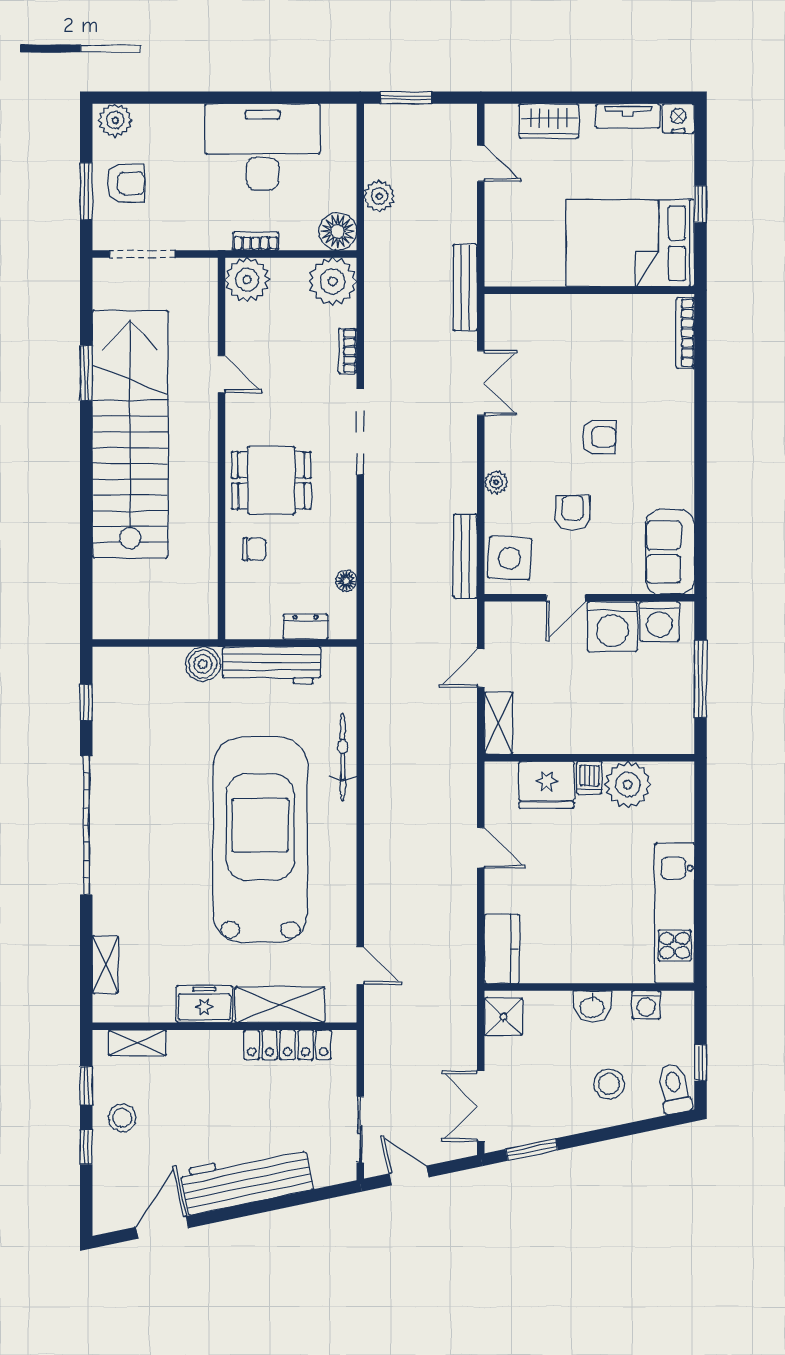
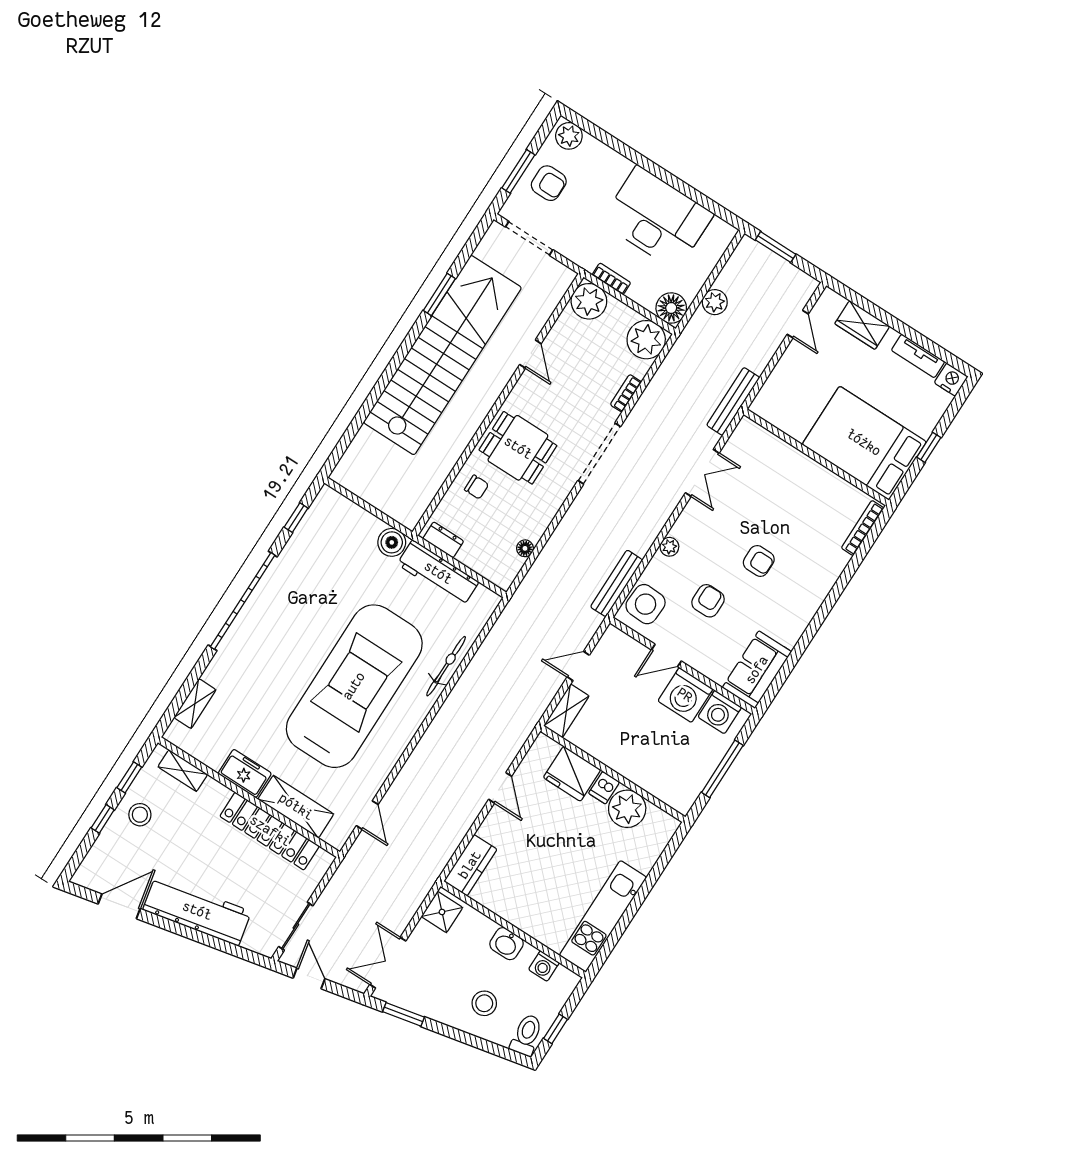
dresser: (305, 627) -> (443, 540), moved
locker: (288, 1045) -> (270, 831), width x1.41, depth x1.21

